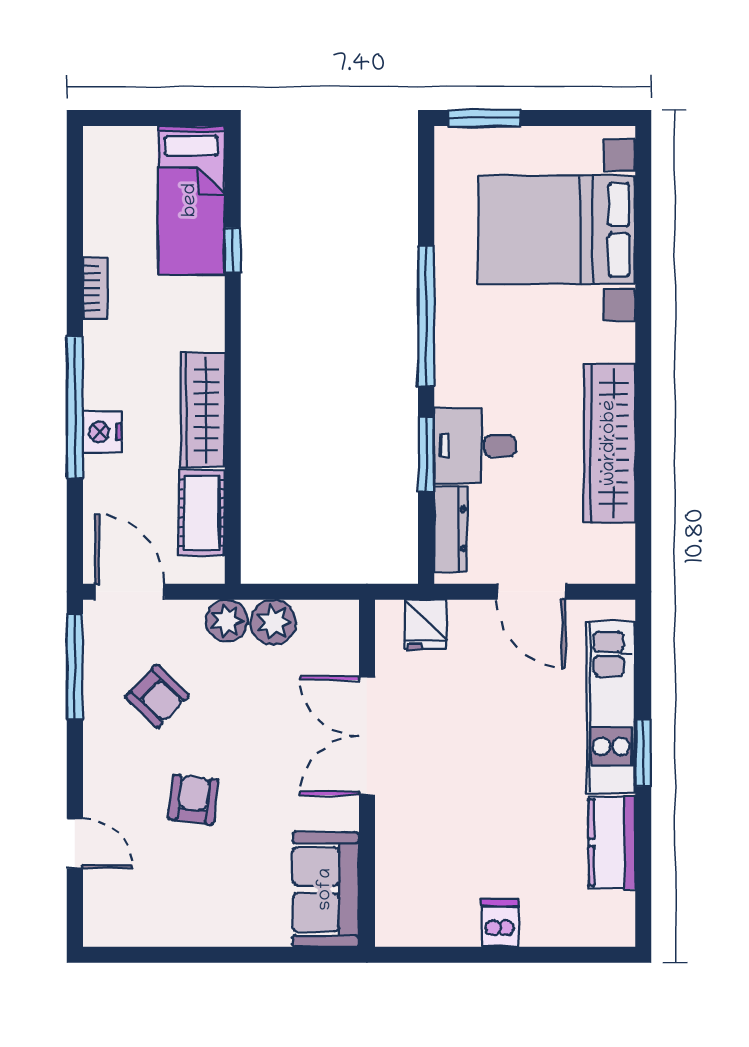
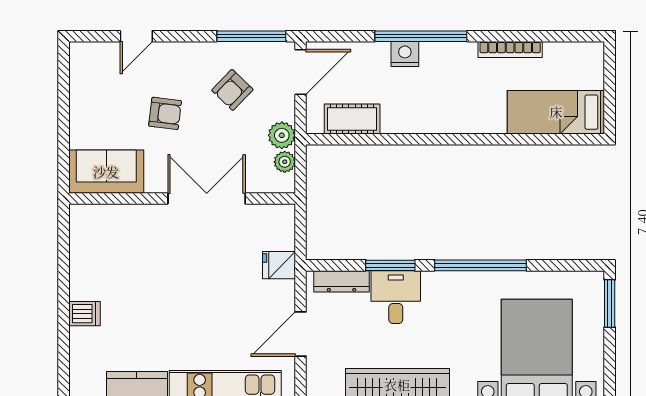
window: (233, 250) -> (524, 139), removed
bookcase: (95, 288) -> (510, 49), width x1.56
wardrobe: (203, 410) -> (419, 120), removed
plant: (274, 622) -> (285, 162), width x0.73, depth x0.73
double door: (367, 736) -> (207, 198), moved
wall: (367, 773) -> (182, 198), moved
sofa: (326, 889) -> (106, 172), moved

